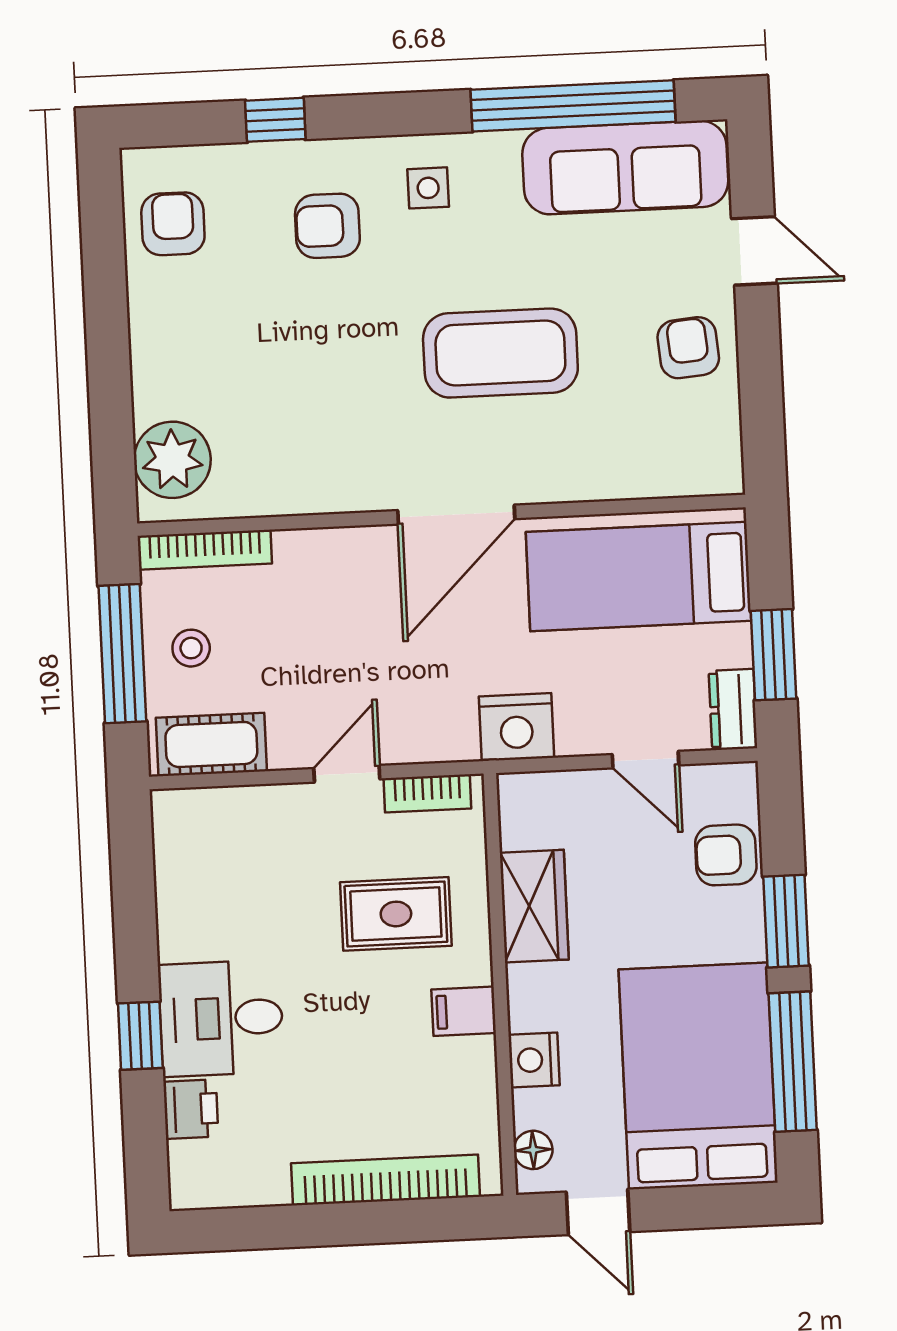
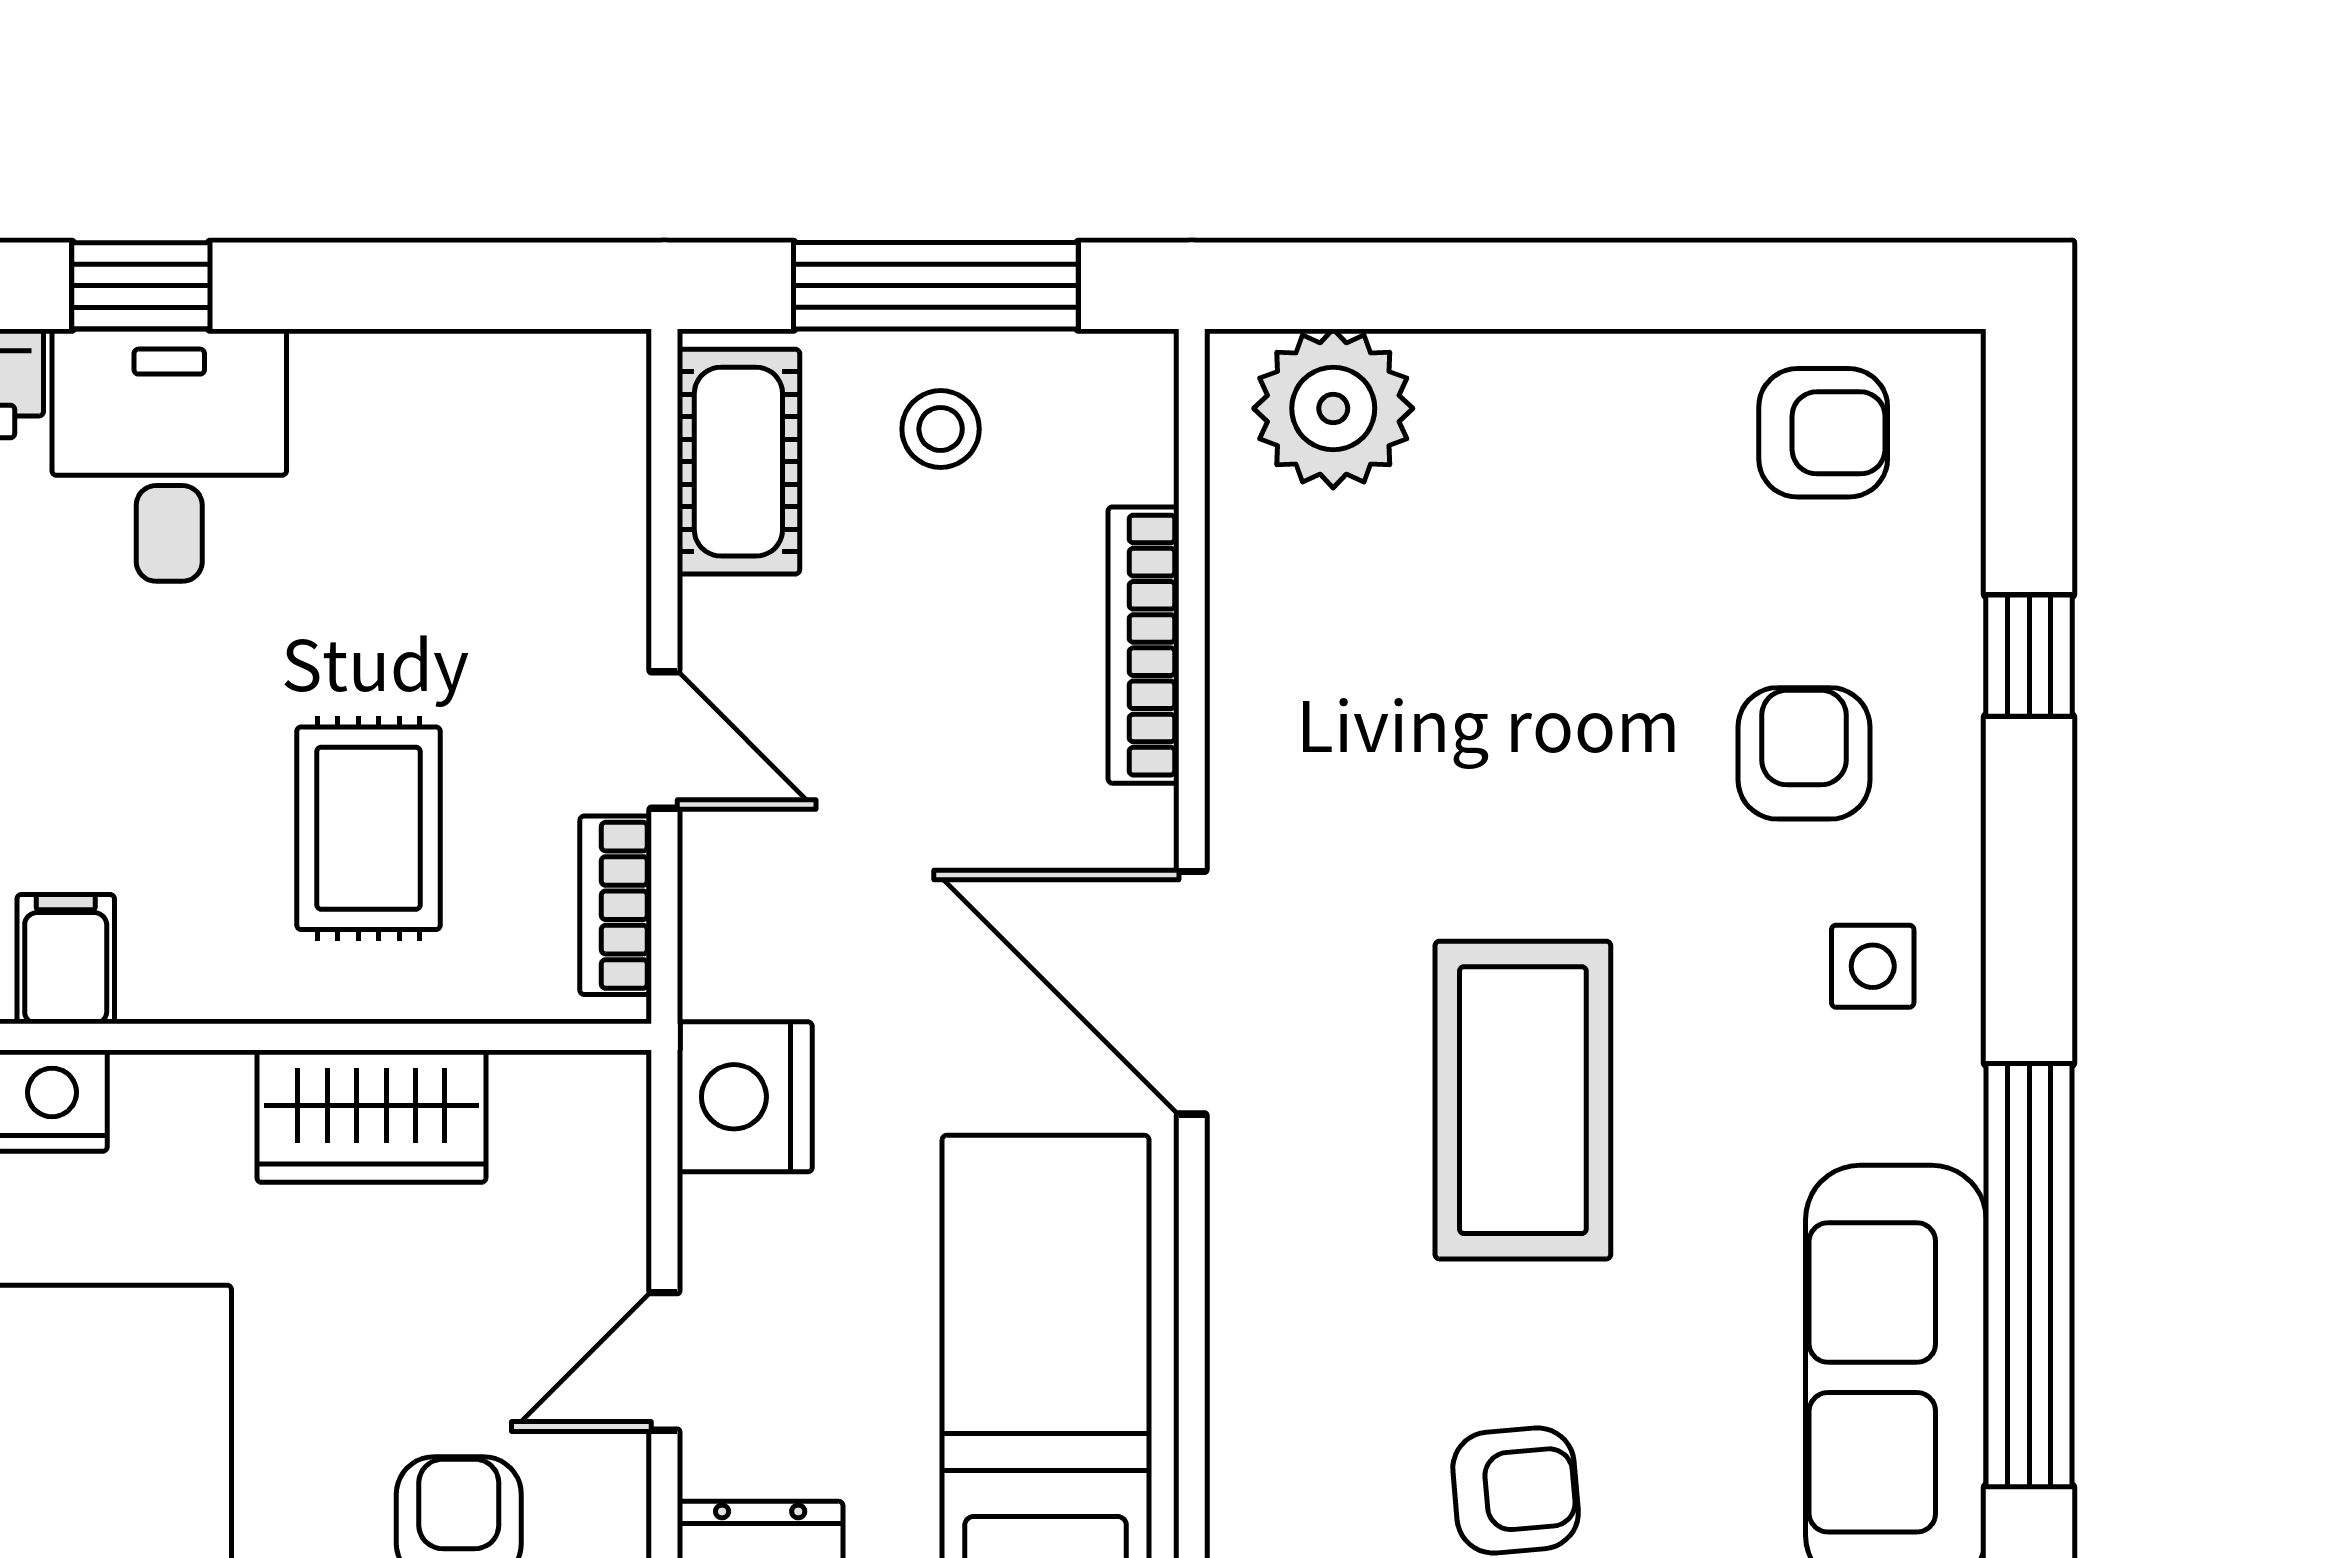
bookcase: (205, 550) -> (1143, 645), moved
filing cabinet: (464, 1011) -> (66, 959), moved

